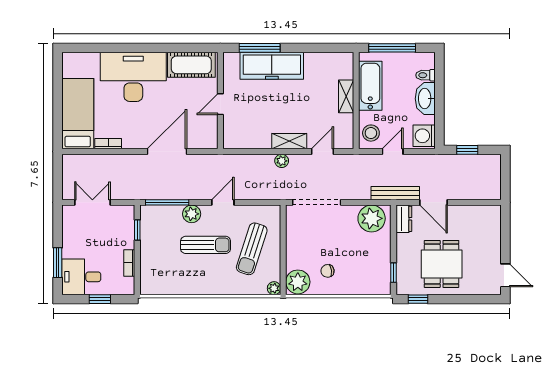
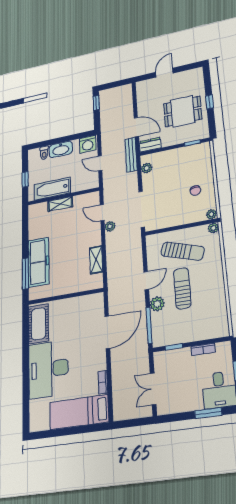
window: (392, 48) -> (25, 179), width x0.46
door: (220, 104) -> (68, 296), removed
stool: (371, 133) -> (87, 181), removed
shelving: (289, 141) -> (96, 260), moved
window: (467, 150) -> (96, 103), moved
door: (167, 151) -> (107, 332), swing flipped
plant: (282, 161) -> (110, 226), moved
door: (223, 202) -> (146, 281), swing flipped
door: (433, 202) -> (136, 127), hinge flipped
plant: (372, 218) -> (147, 168), width x0.53, depth x0.53
door: (505, 275) -> (164, 73), moved
plant: (298, 282) -> (211, 214), width x0.53, depth x0.53
window: (418, 299) -> (209, 102), moved

